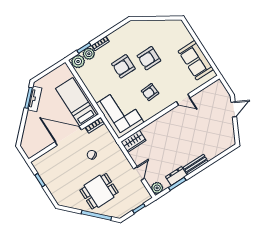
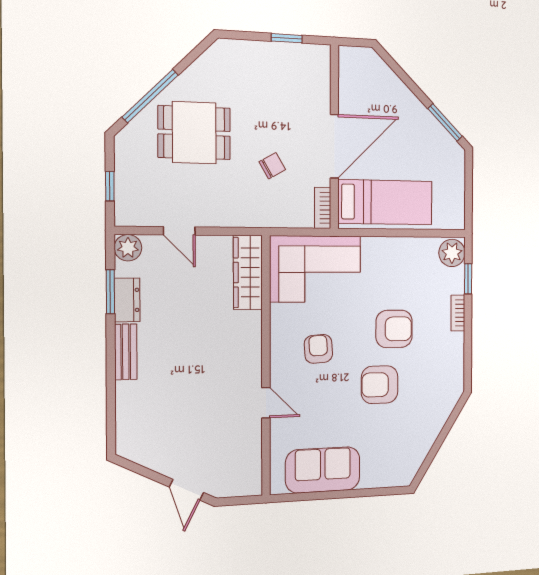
plant: (89, 54) -> (453, 281), removed
armchair: (149, 58) -> (380, 385), turned -90
armchair: (123, 66) -> (394, 329), turned 90
tv unit: (35, 99) -> (436, 132), removed
door: (183, 100) -> (266, 403), swing flipped
wardrobe: (133, 141) -> (248, 272), width x1.50
dining table: (99, 191) -> (194, 133), turned 90

